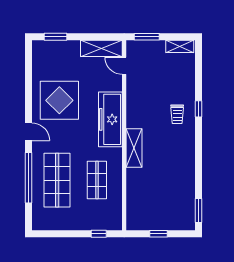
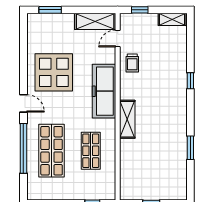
window: (147, 37) -> (140, 10), width x0.67
door: (124, 66) -> (118, 39), hinge flipped
trolley: (177, 114) -> (132, 63), moved
window: (198, 210) -> (190, 148), moved

